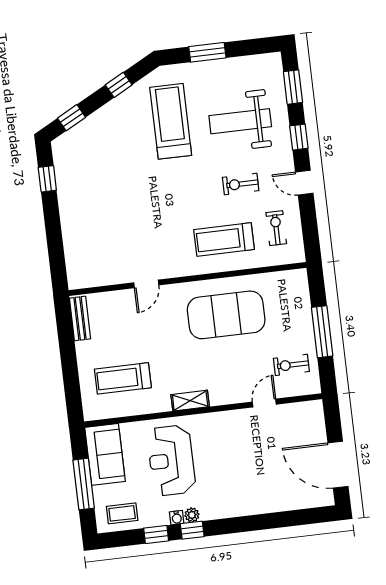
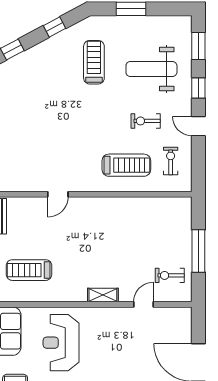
treadmill: (171, 121) -> (94, 62), width x0.73, depth x0.73
treadmill: (224, 239) -> (126, 165), turned 180
exercise mat: (226, 315) -> (121, 228), removed
shelving: (190, 401) -> (103, 295), moved

